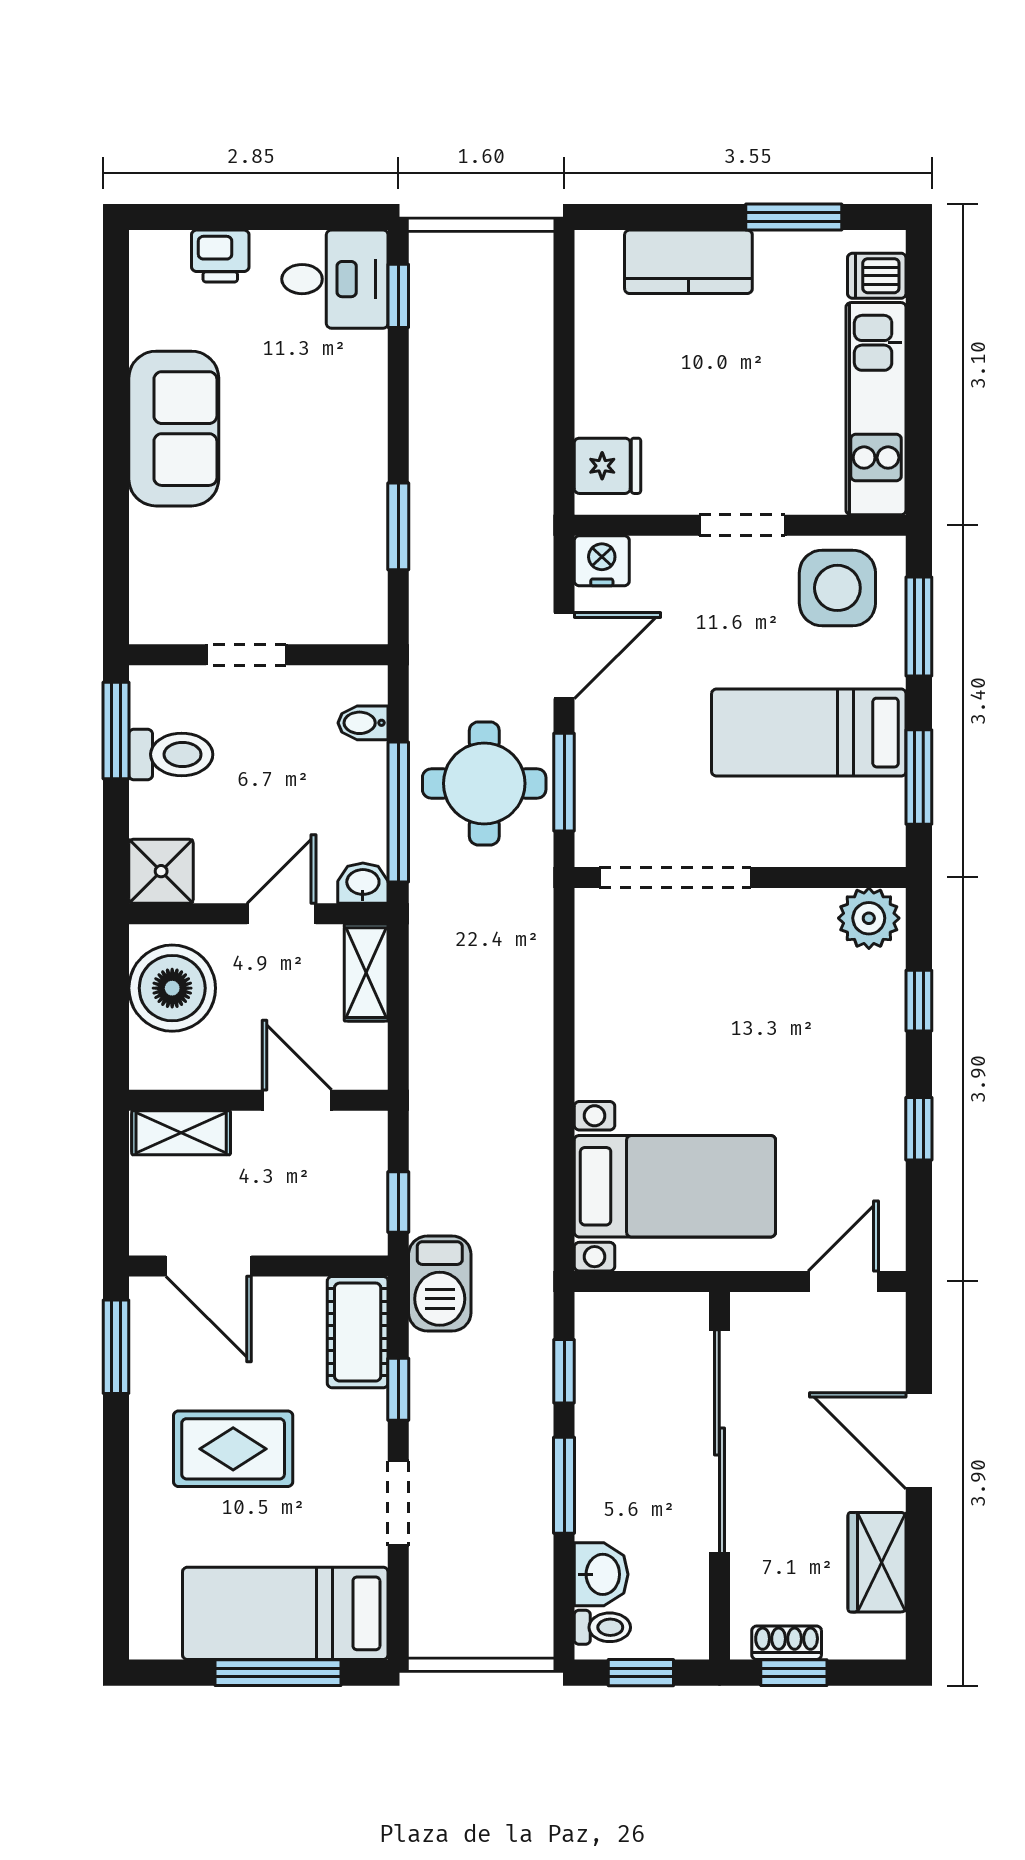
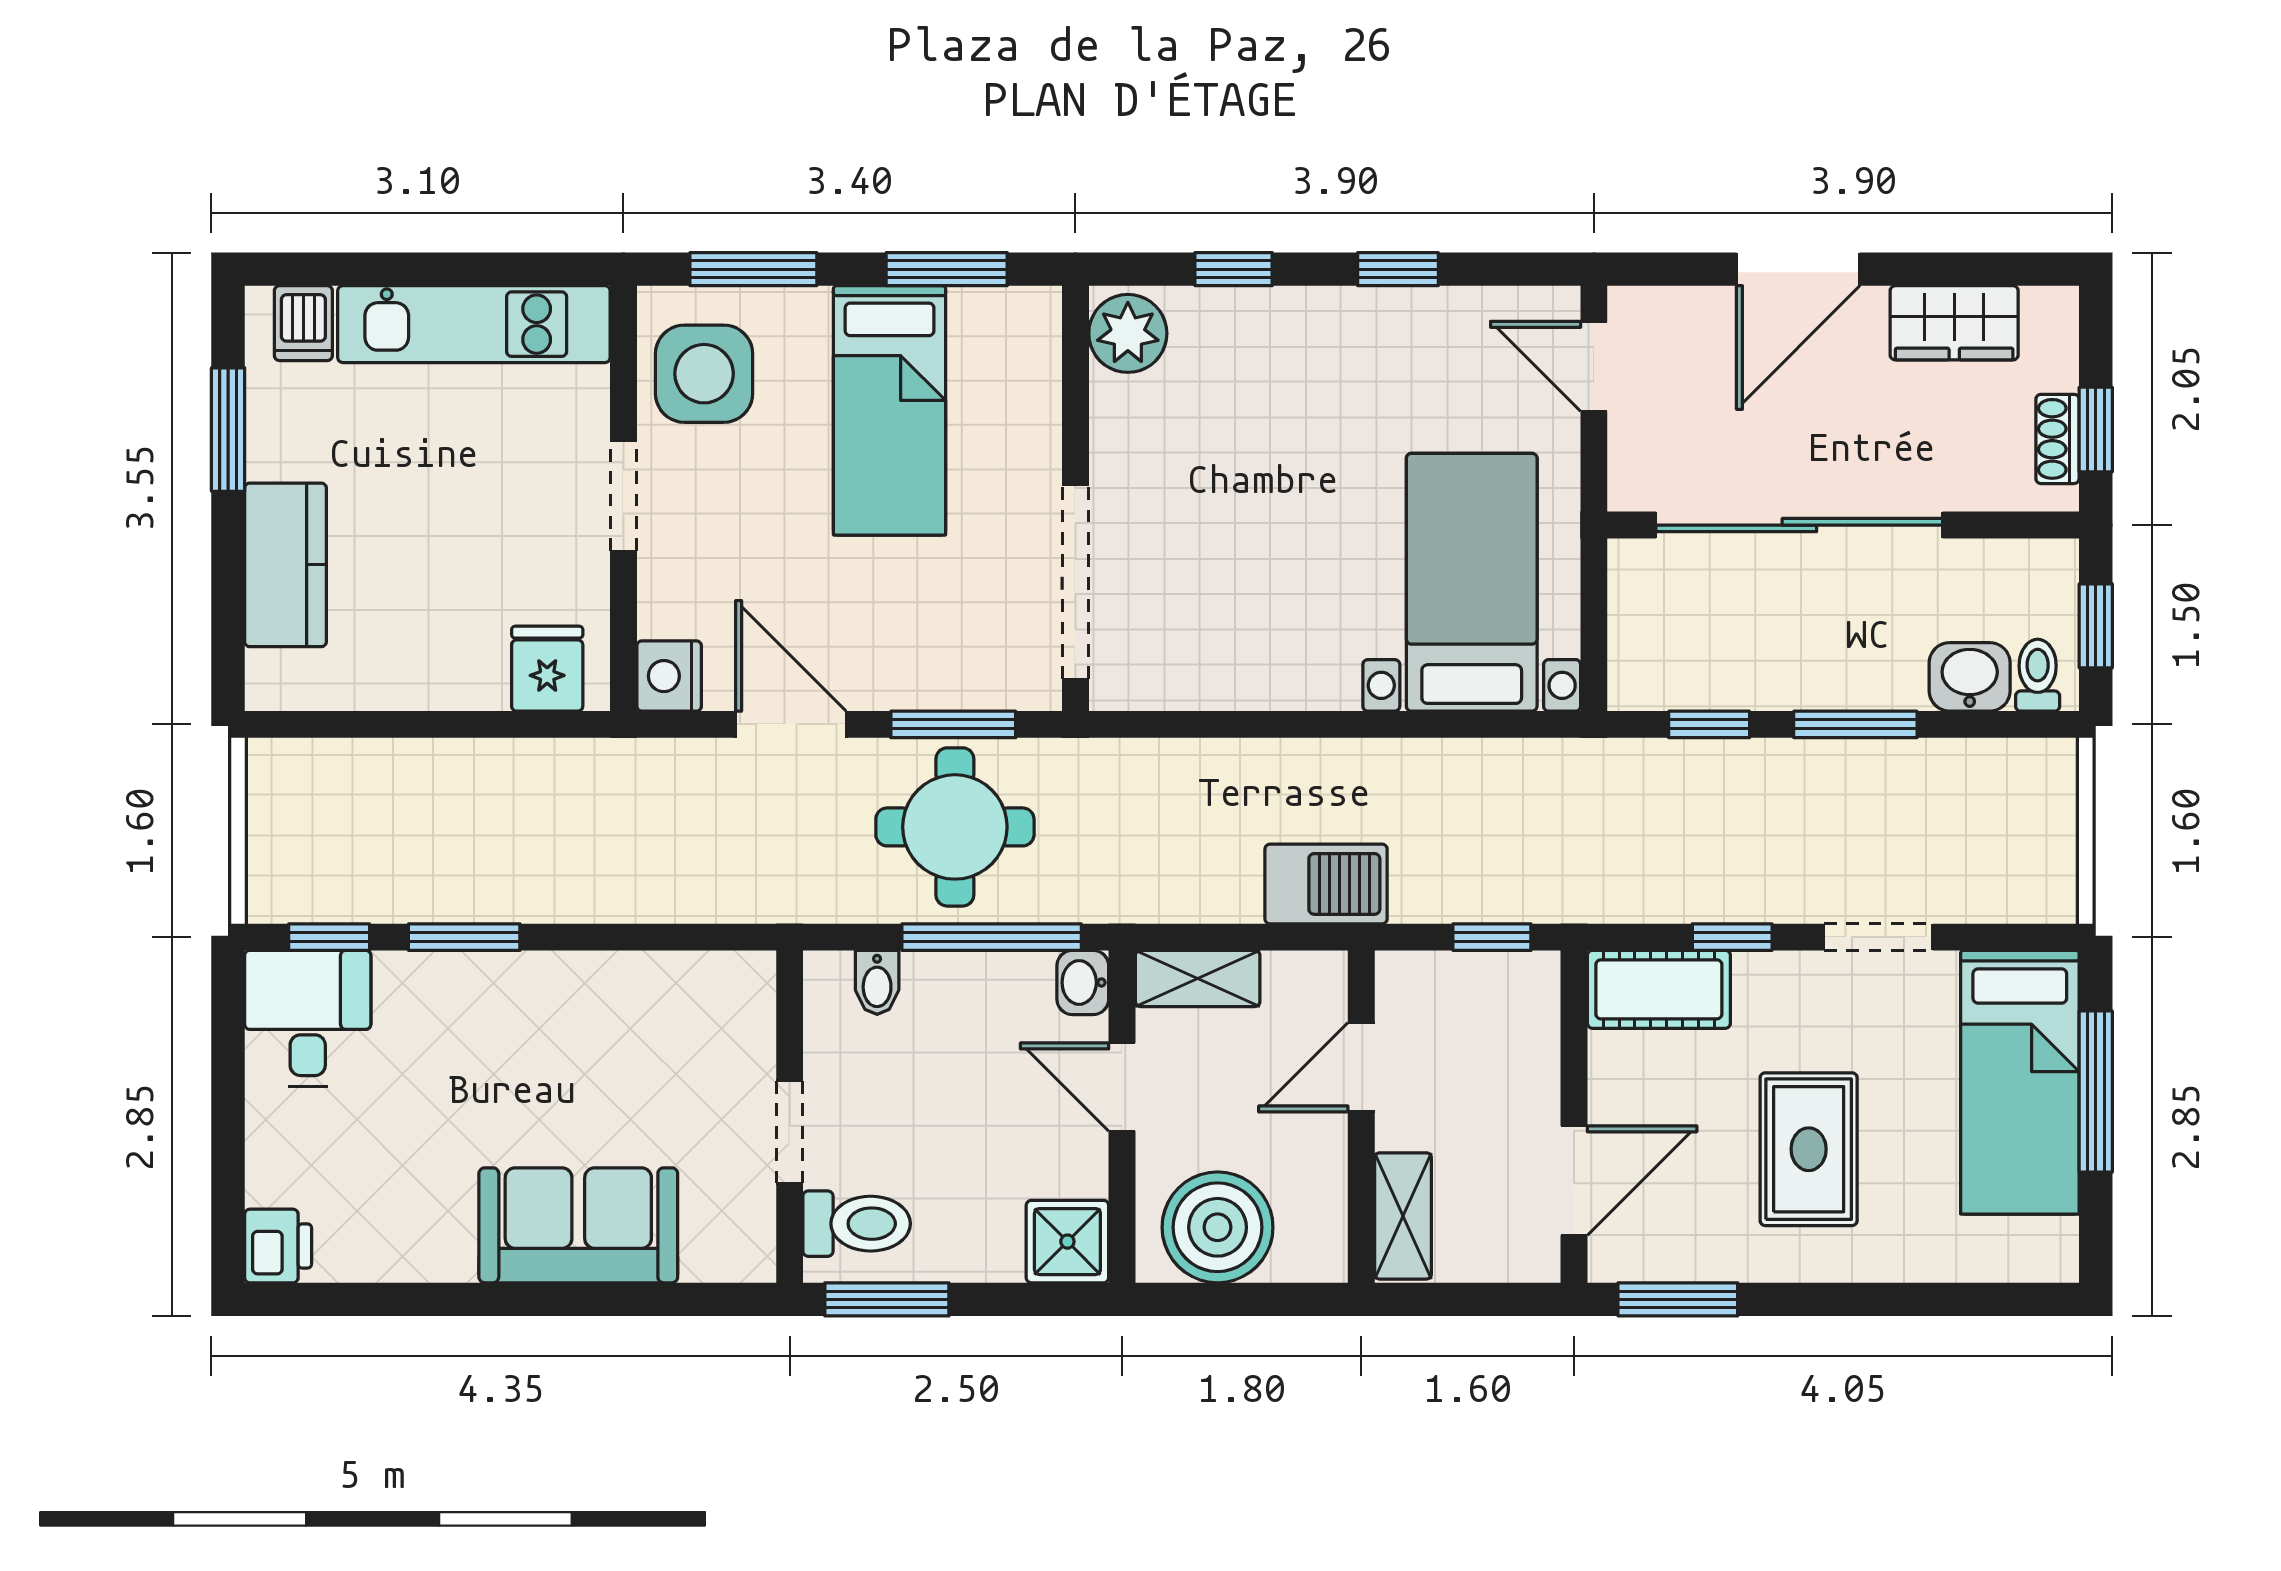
printer: (220, 256) -> (278, 1246), moved
sofa: (174, 429) -> (578, 1225), moved
window: (398, 526) -> (464, 937), moved
toilet: (171, 754) -> (857, 1224), moved, turned 90
barbecue: (440, 1284) -> (1326, 884), moved

